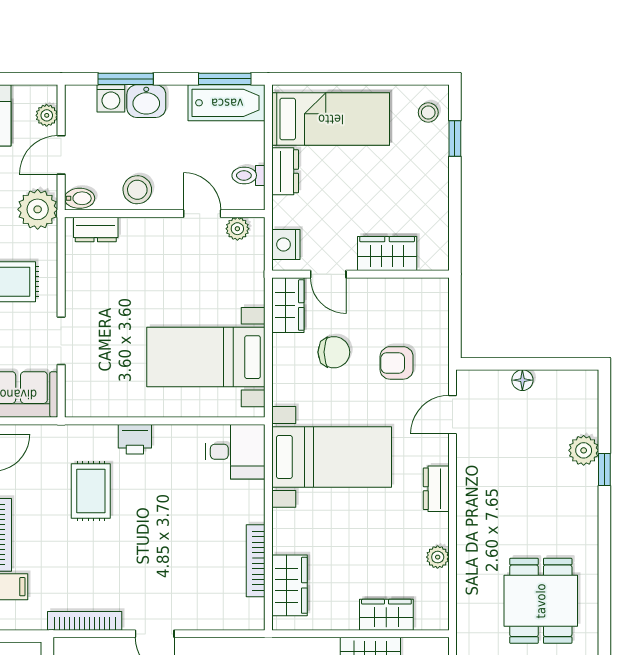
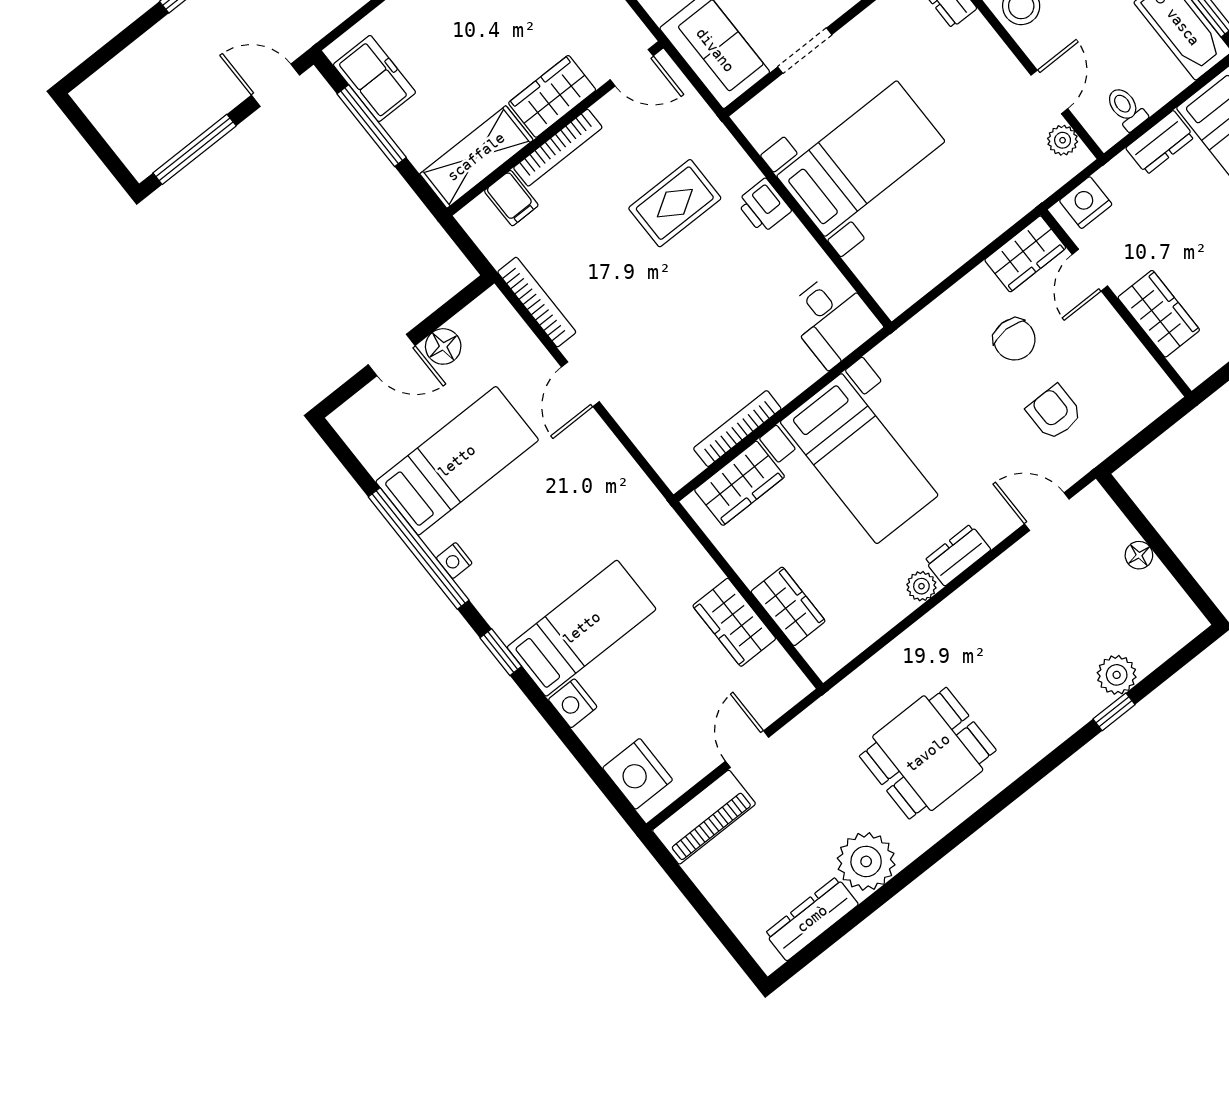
bed with nightstands: (206, 357) -> (861, 159), moved, turned 90
bed with nightstands: (332, 457) -> (859, 459), moved
plant: (438, 557) -> (921, 586), moved

